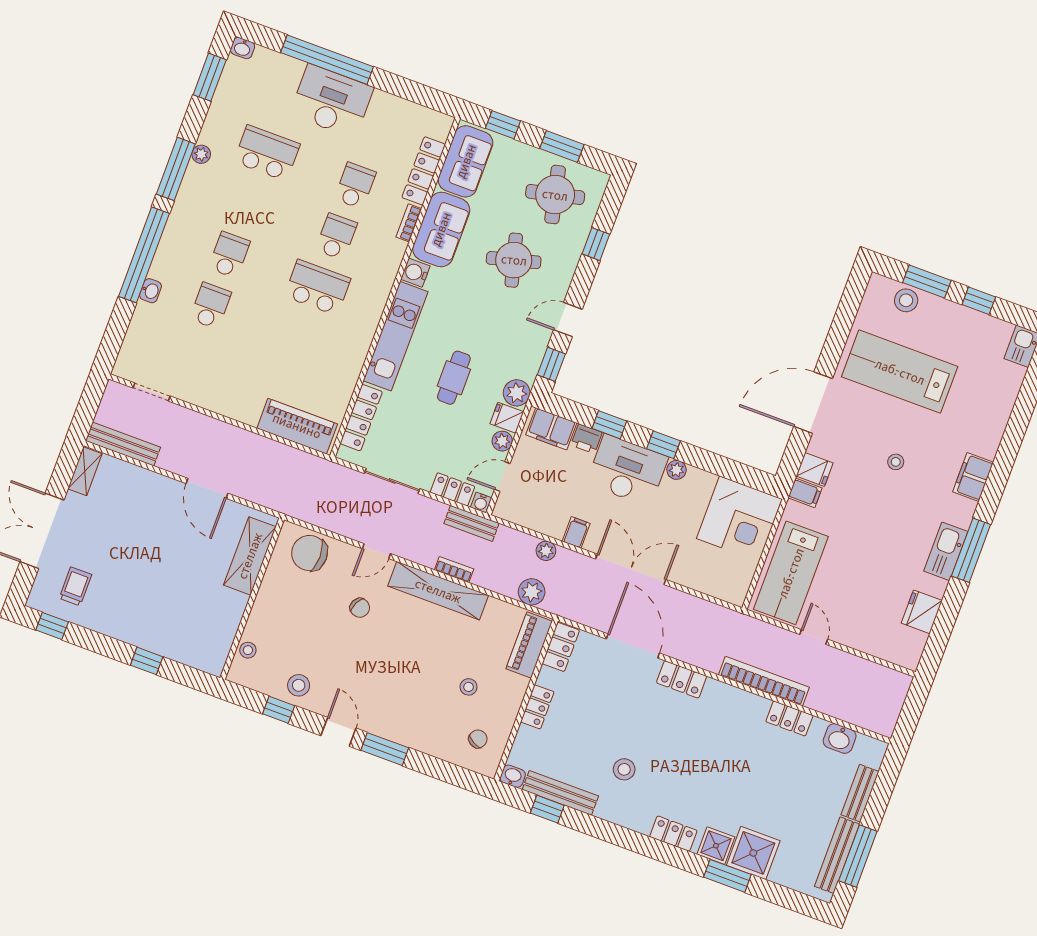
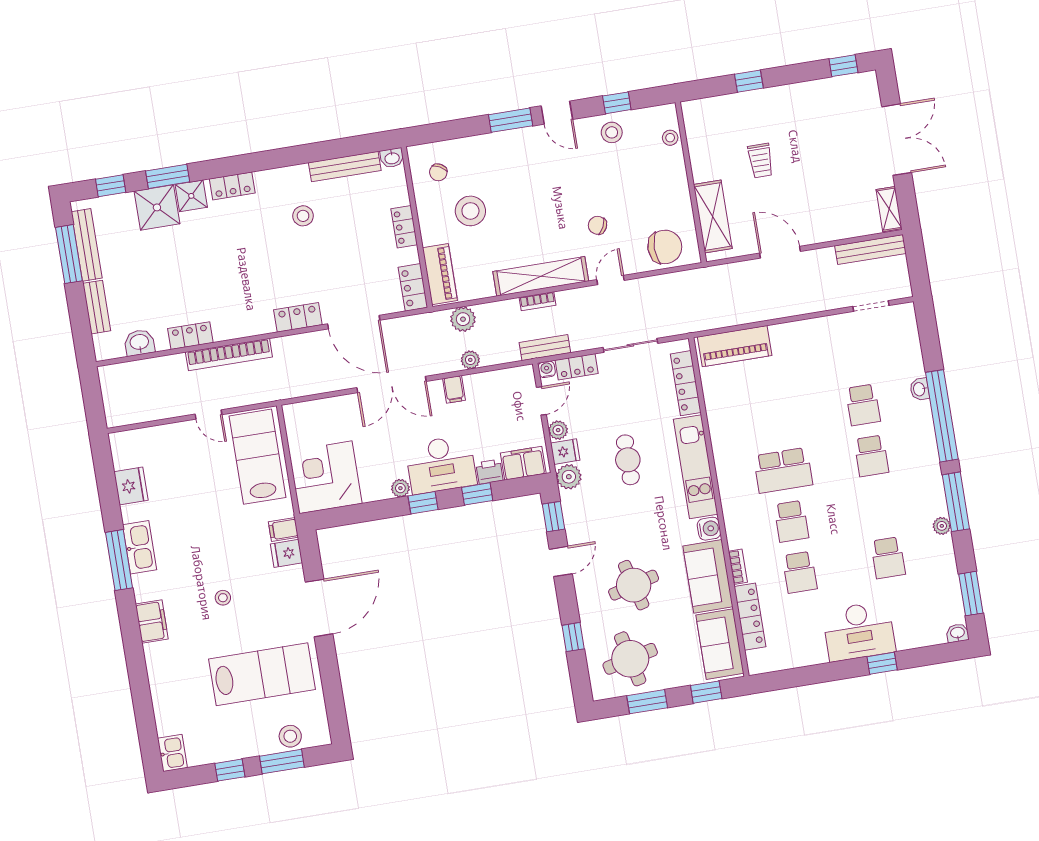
window: (327, 60) -> (882, 663), width x0.32
school desk: (267, 153) -> (888, 558), width x0.54
trolley: (75, 586) -> (760, 161), moved
stool: (469, 687) -> (470, 211), width x1.89, depth x1.89
window: (547, 809) -> (111, 186), moved

